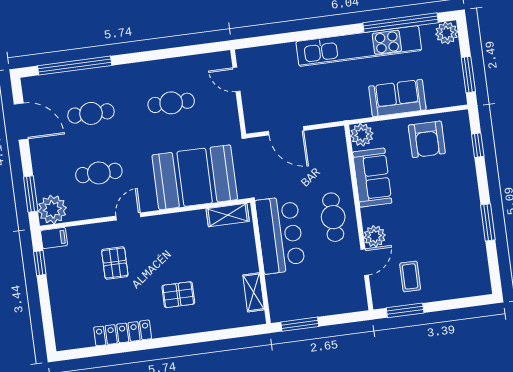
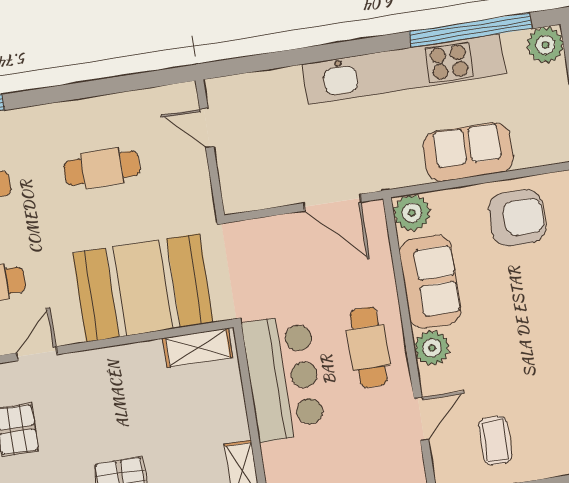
door: (286, 131) -> (332, 202), moved
armchair: (427, 139) -> (517, 218), turned -90
plant: (375, 236) -> (432, 348), moved

